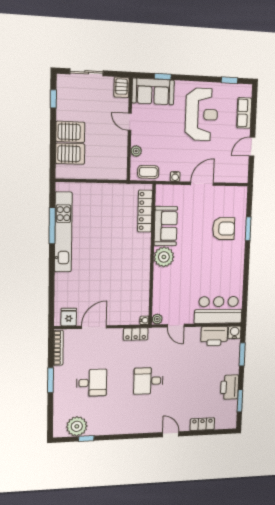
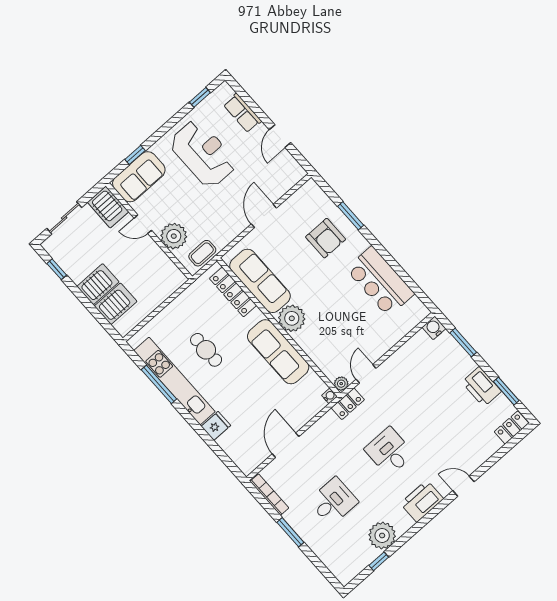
server rack: (122, 87) -> (108, 207), width x1.36, depth x1.44
plant: (136, 151) -> (174, 236), width x1.88, depth x1.88
water cooler: (175, 176) -> (232, 234), removed
sofa: (166, 226) -> (260, 281), width x1.36
armchair: (224, 229) -> (326, 238), turned 90
cafe table: (99, 231) -> (206, 350), added
sofa: (139, 269) -> (278, 352), added
bar counter: (218, 310) -> (380, 281), moved, turned -90
fridge: (69, 317) -> (216, 426), moved, turned 90
door: (176, 326) -> (366, 374), swing flipped
locker: (136, 334) -> (348, 404), moved
printer: (214, 336) -> (422, 501), moved, turned 180
desk: (148, 381) -> (389, 452), turned 90
locker: (202, 424) -> (511, 427), moved
plant: (77, 426) -> (382, 535), moved

